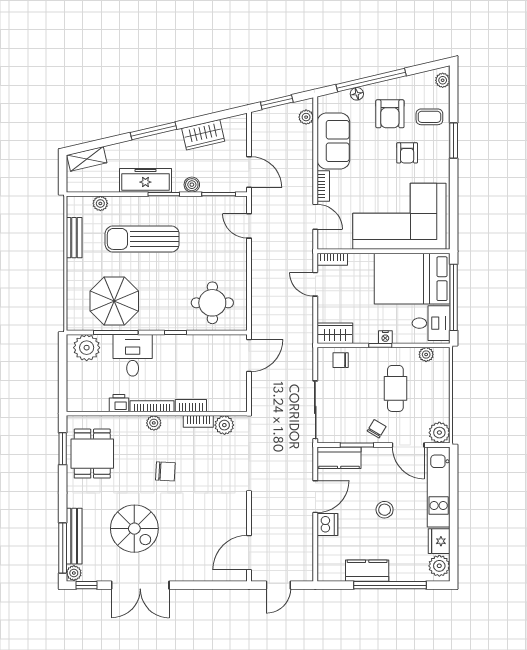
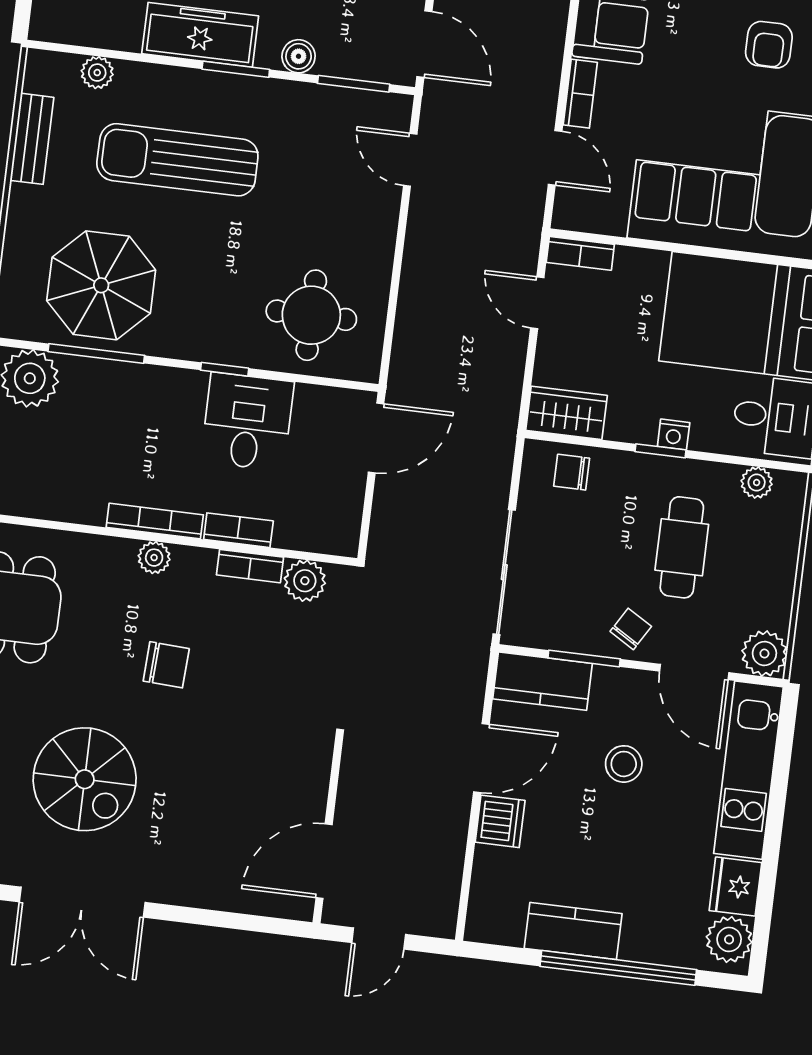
desk: (133, 355) -> (247, 422), moved
printer: (119, 403) -> (85, 506), removed
stool: (385, 510) -> (624, 764), moved

